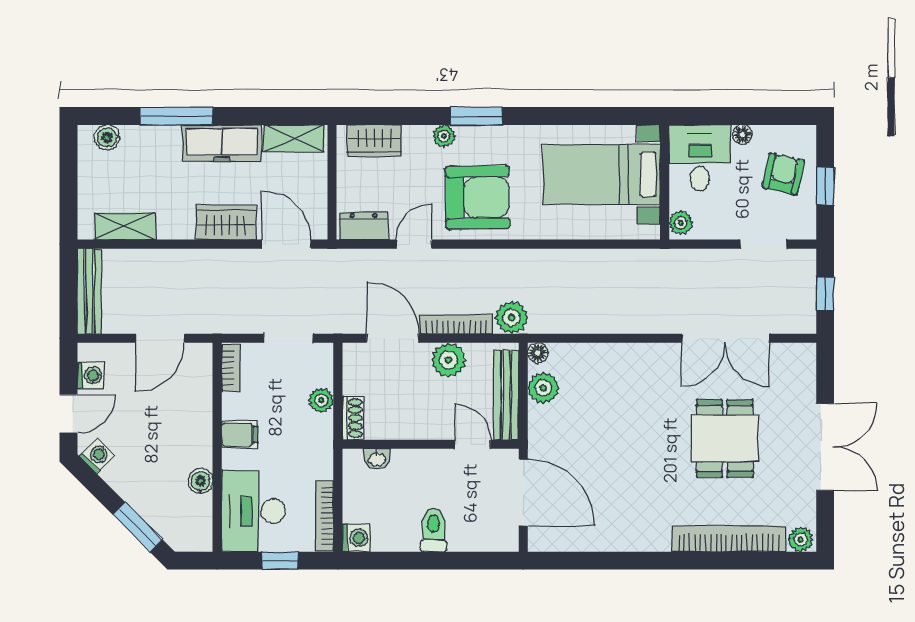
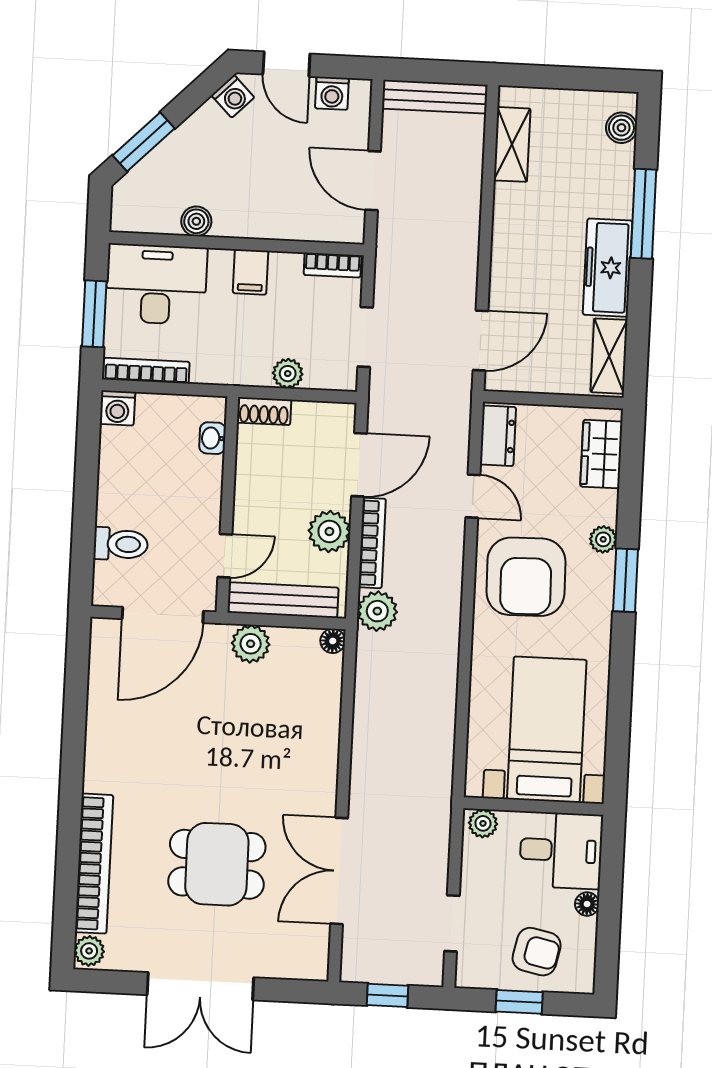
wardrobe: (226, 222) -> (511, 268), removed
plant: (543, 388) -> (251, 644), moved
toilet: (434, 530) -> (121, 544), moved
window: (280, 561) -> (94, 314), width x1.50

